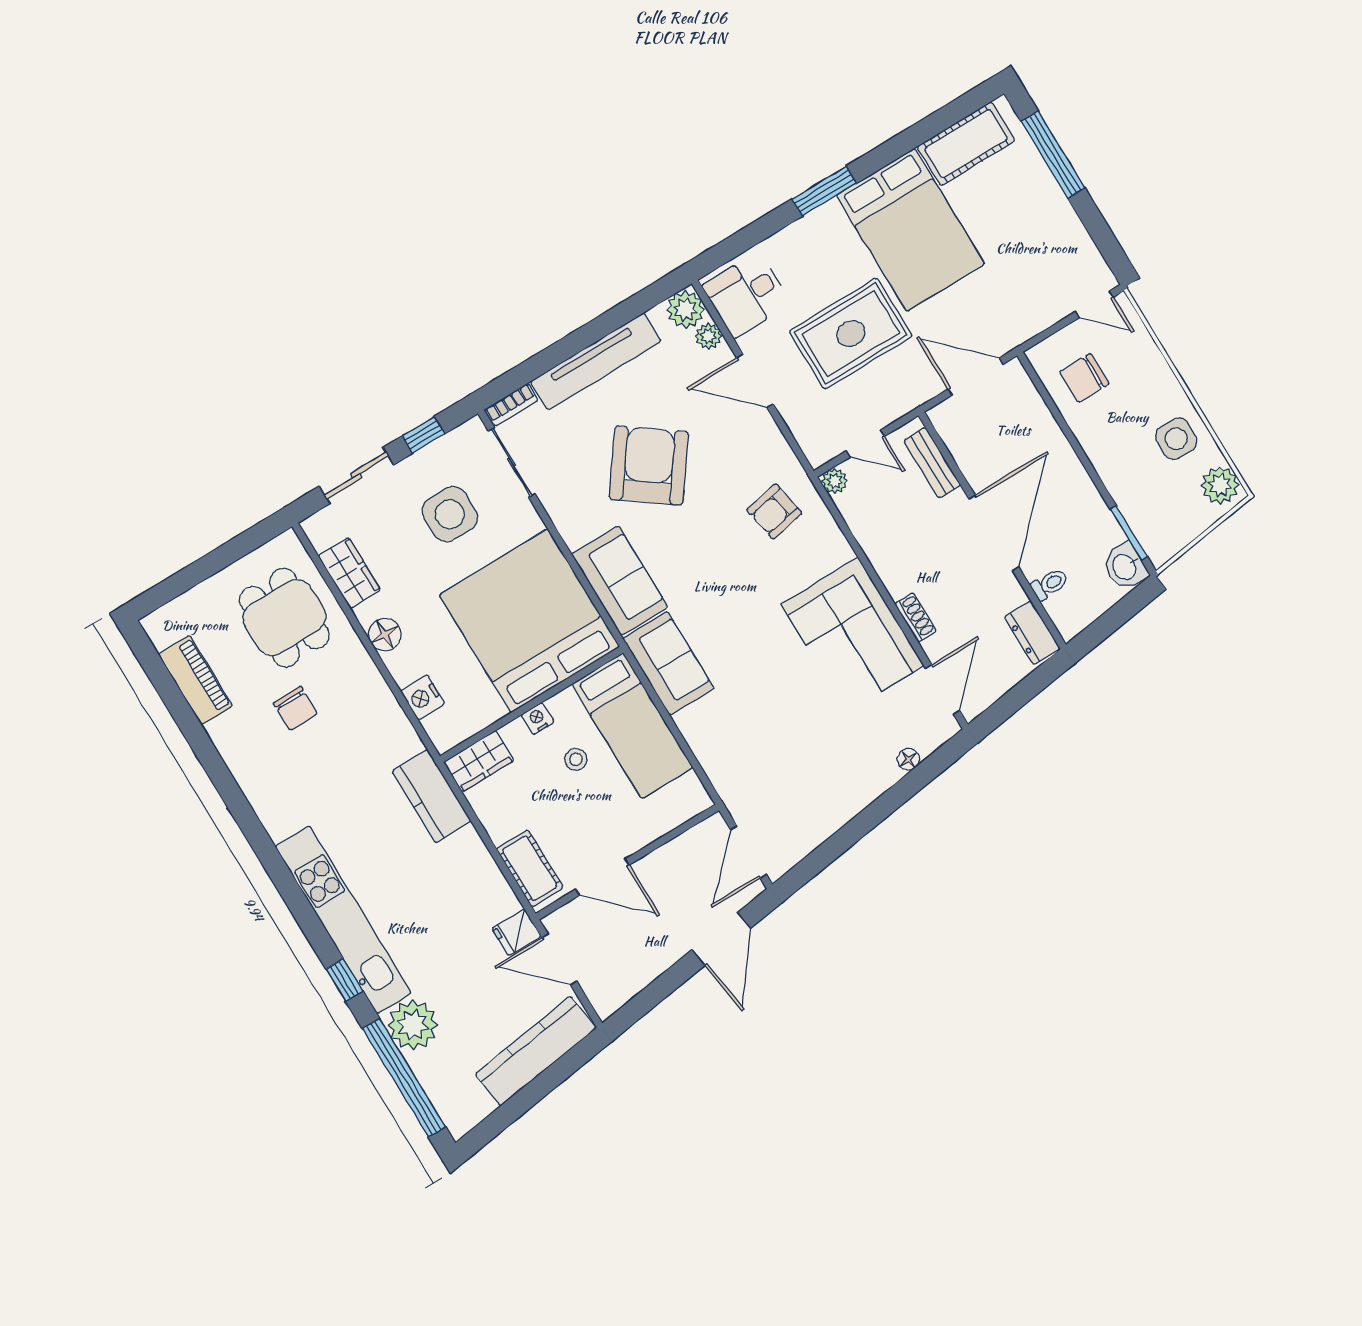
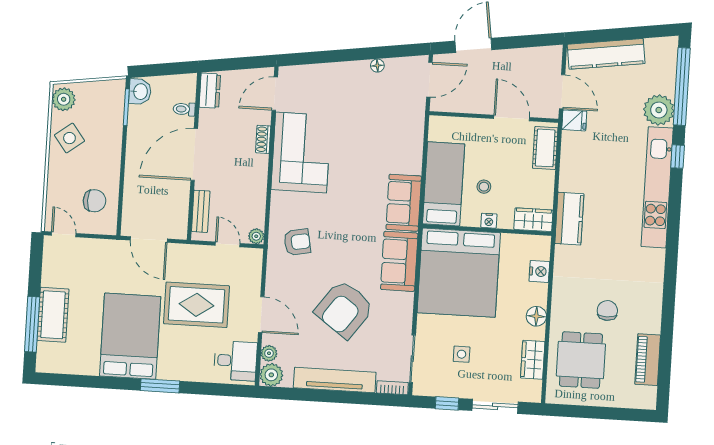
cot: (966, 144) -> (53, 315), moved, turned 90
side table: (1176, 439) -> (69, 138), turned -37
side table: (450, 514) -> (462, 354), width x0.54, depth x0.54
floor lamp: (908, 759) -> (377, 66), moved

